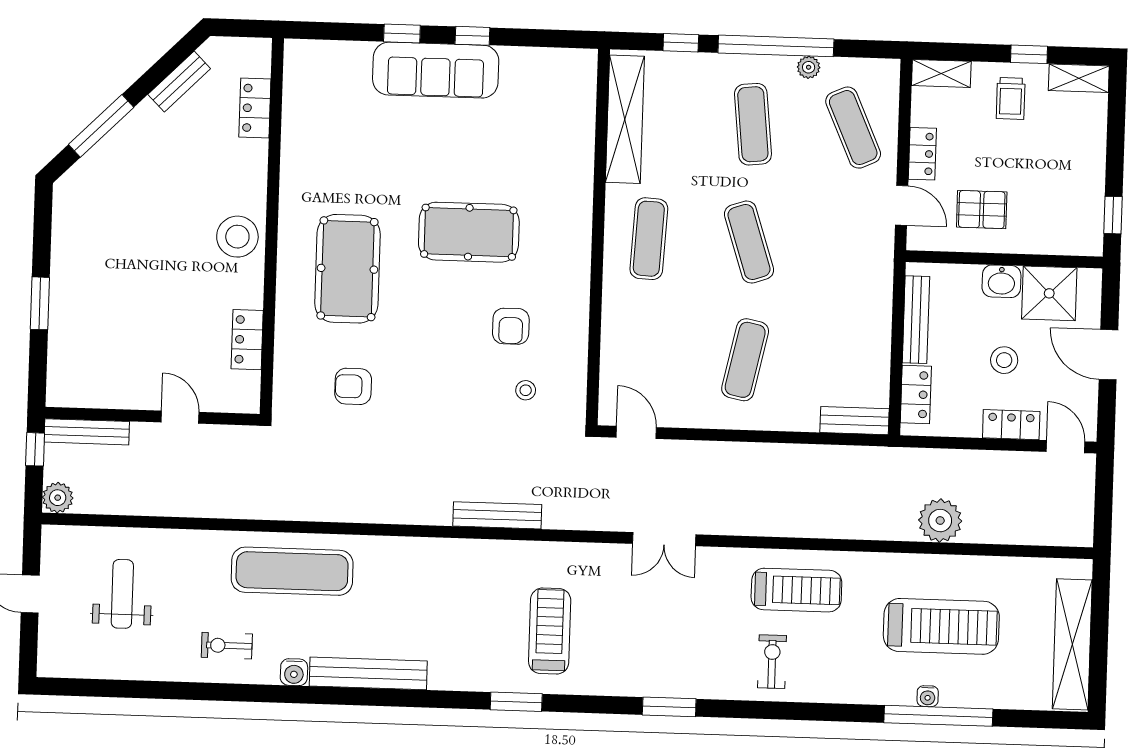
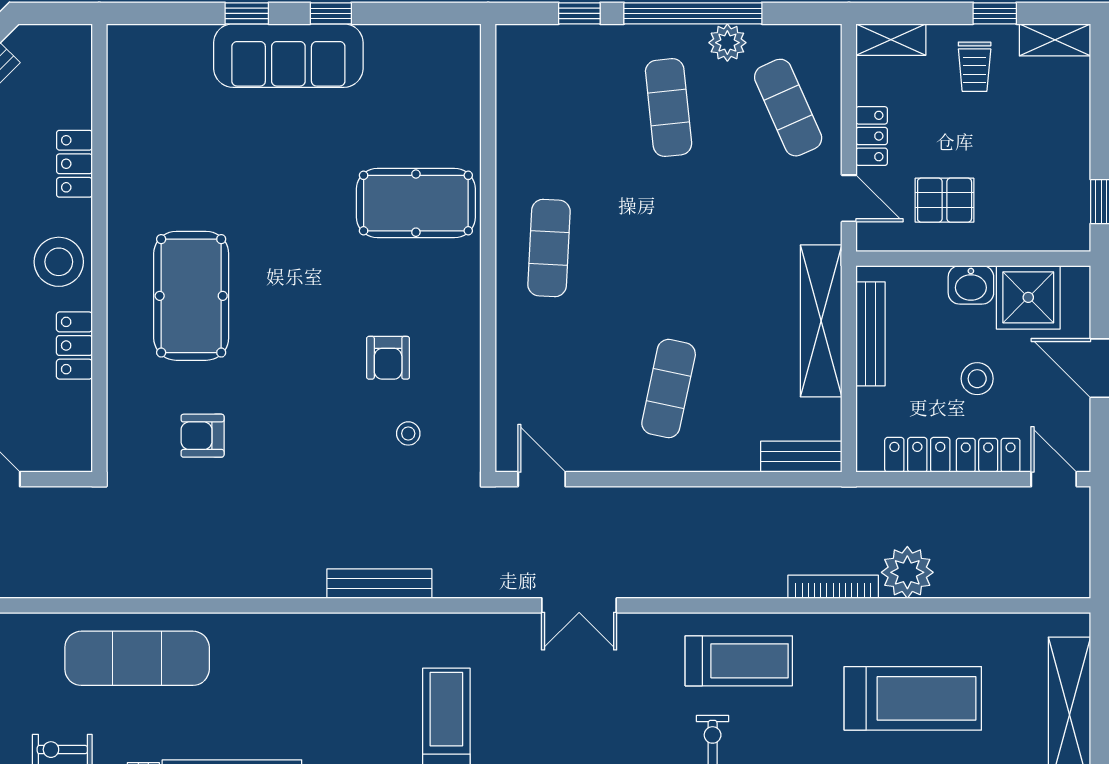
plant: (809, 67) -> (727, 43), width x1.38, depth x1.38
locker: (255, 108) -> (74, 164), moved
shelving: (625, 119) -> (821, 321), moved
pool table: (469, 232) -> (416, 203), moved
exercise mat: (749, 242) -> (669, 248), removed
locker: (247, 340) -> (74, 346), moved
locker: (916, 395) -> (917, 455), moved, turned -90
bookcase: (878, 531) -> (833, 587), added

